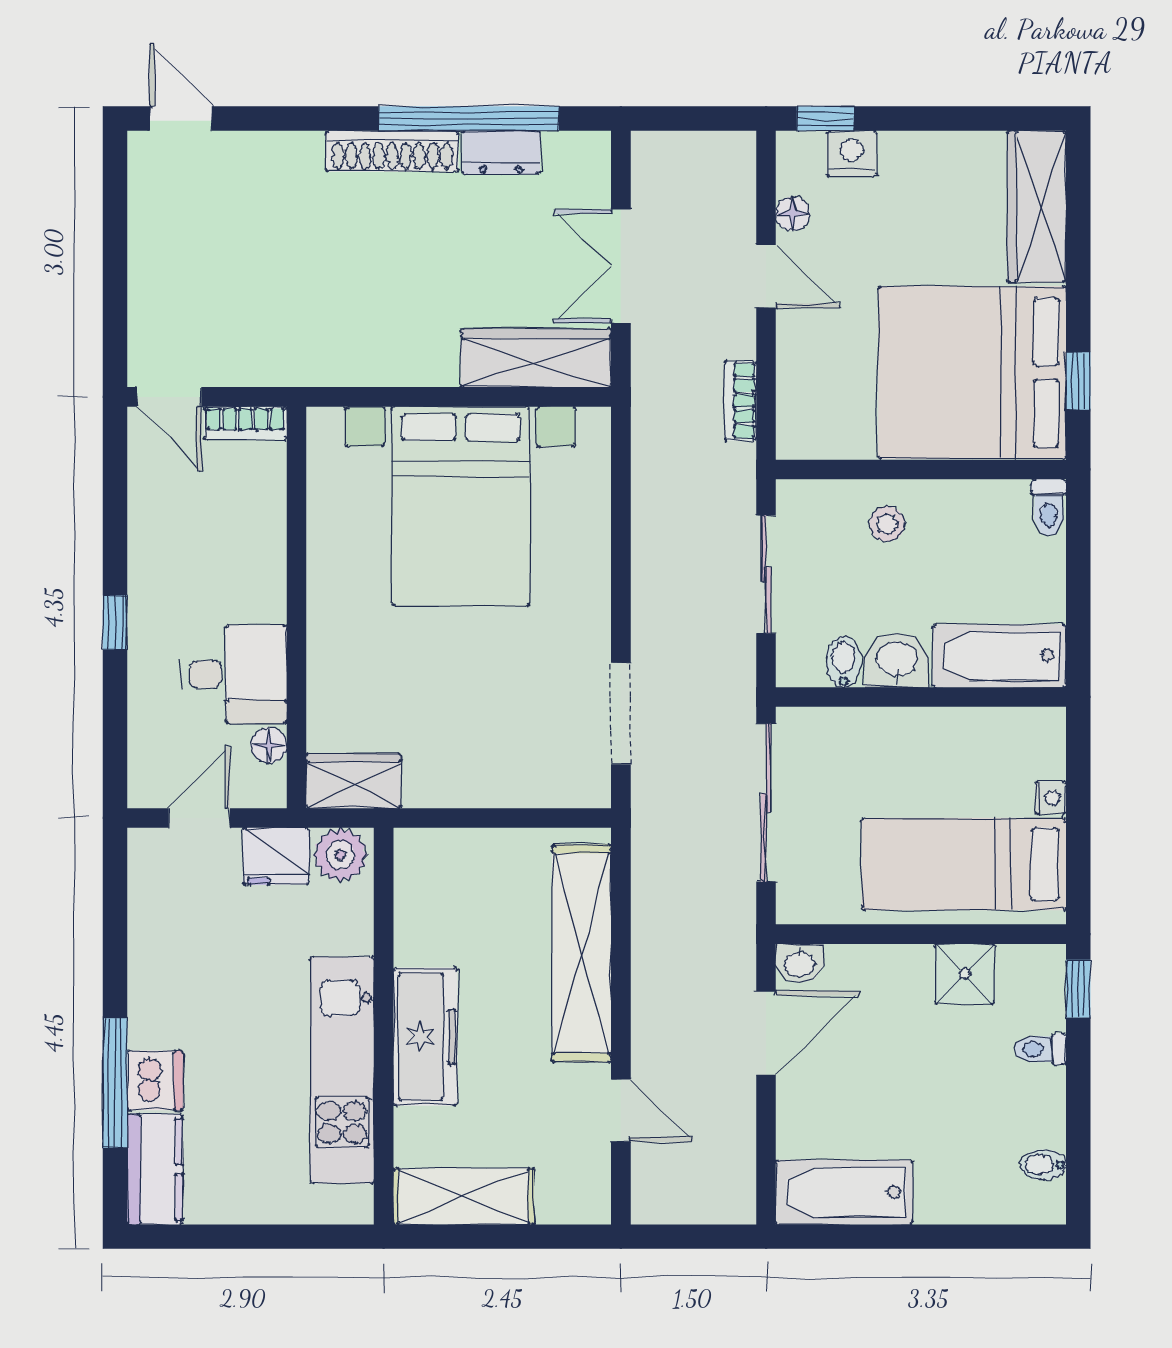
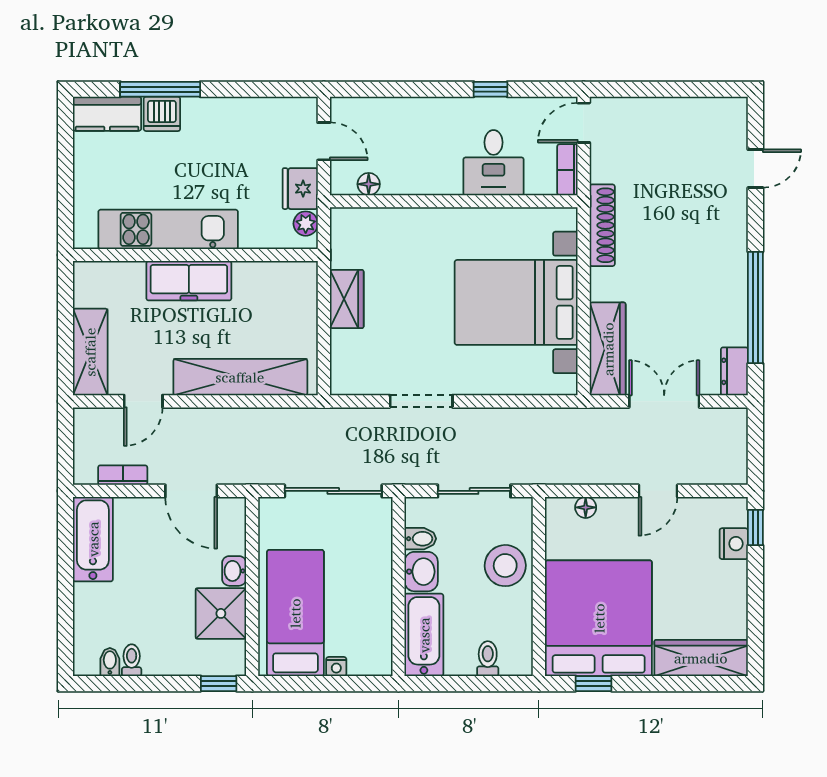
door: (181, 119) -> (755, 169), moved
shoe rack: (392, 151) -> (602, 225), moved, turned 180
dresser: (501, 153) -> (734, 371), moved
floor lamp: (793, 214) -> (586, 507), moved
bookcase: (740, 401) -> (123, 475), moved
toilet: (1049, 507) -> (488, 659), moved, turned 90
stool: (887, 524) -> (505, 566), width x1.89, depth x1.89
window: (115, 623) -> (490, 89), moved
desk: (234, 674) -> (494, 163), moved
doorway: (621, 713) -> (421, 401), moved
wardrobe: (353, 781) -> (347, 299), moved
plant: (340, 855) -> (306, 224), width x0.73, depth x0.73
washbasin: (800, 963) -> (234, 571), moved
shower: (965, 974) -> (221, 613), width x1.36, depth x1.36
toilet: (1040, 1049) -> (132, 660), moved
shelving: (464, 1196) -> (90, 352), moved

